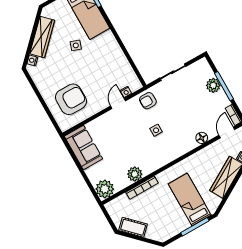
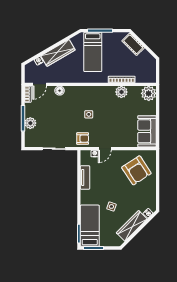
tv unit: (122, 60) -> (85, 177), added
armchair: (71, 99) -> (136, 170), turned -123
cot: (133, 227) -> (133, 44), moved

